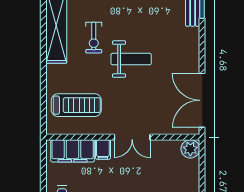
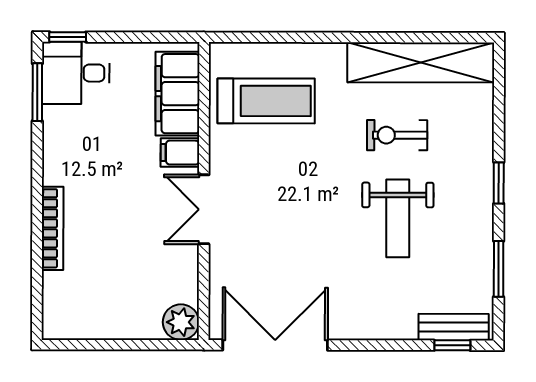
weight bench: (131, 59) -> (398, 218), moved
treadmill: (76, 105) -> (266, 101), turned -90

